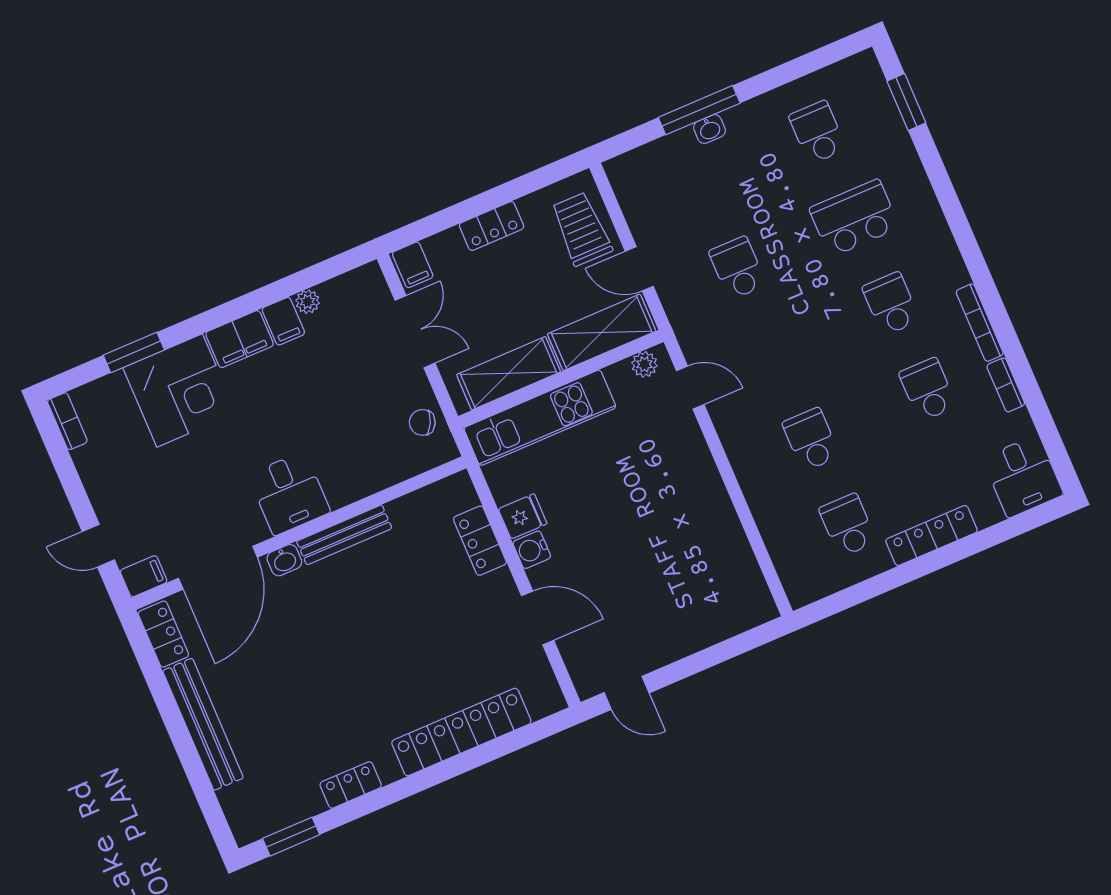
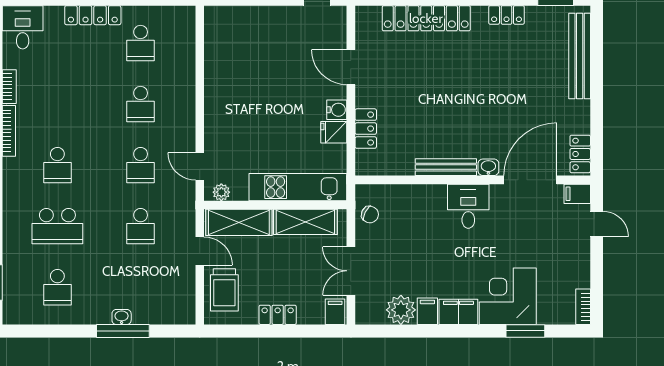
plant: (308, 302) -> (401, 310), width x1.87, depth x1.87
school desk: (928, 389) -> (141, 165), moved
bench: (203, 724) -> (580, 56), moved

